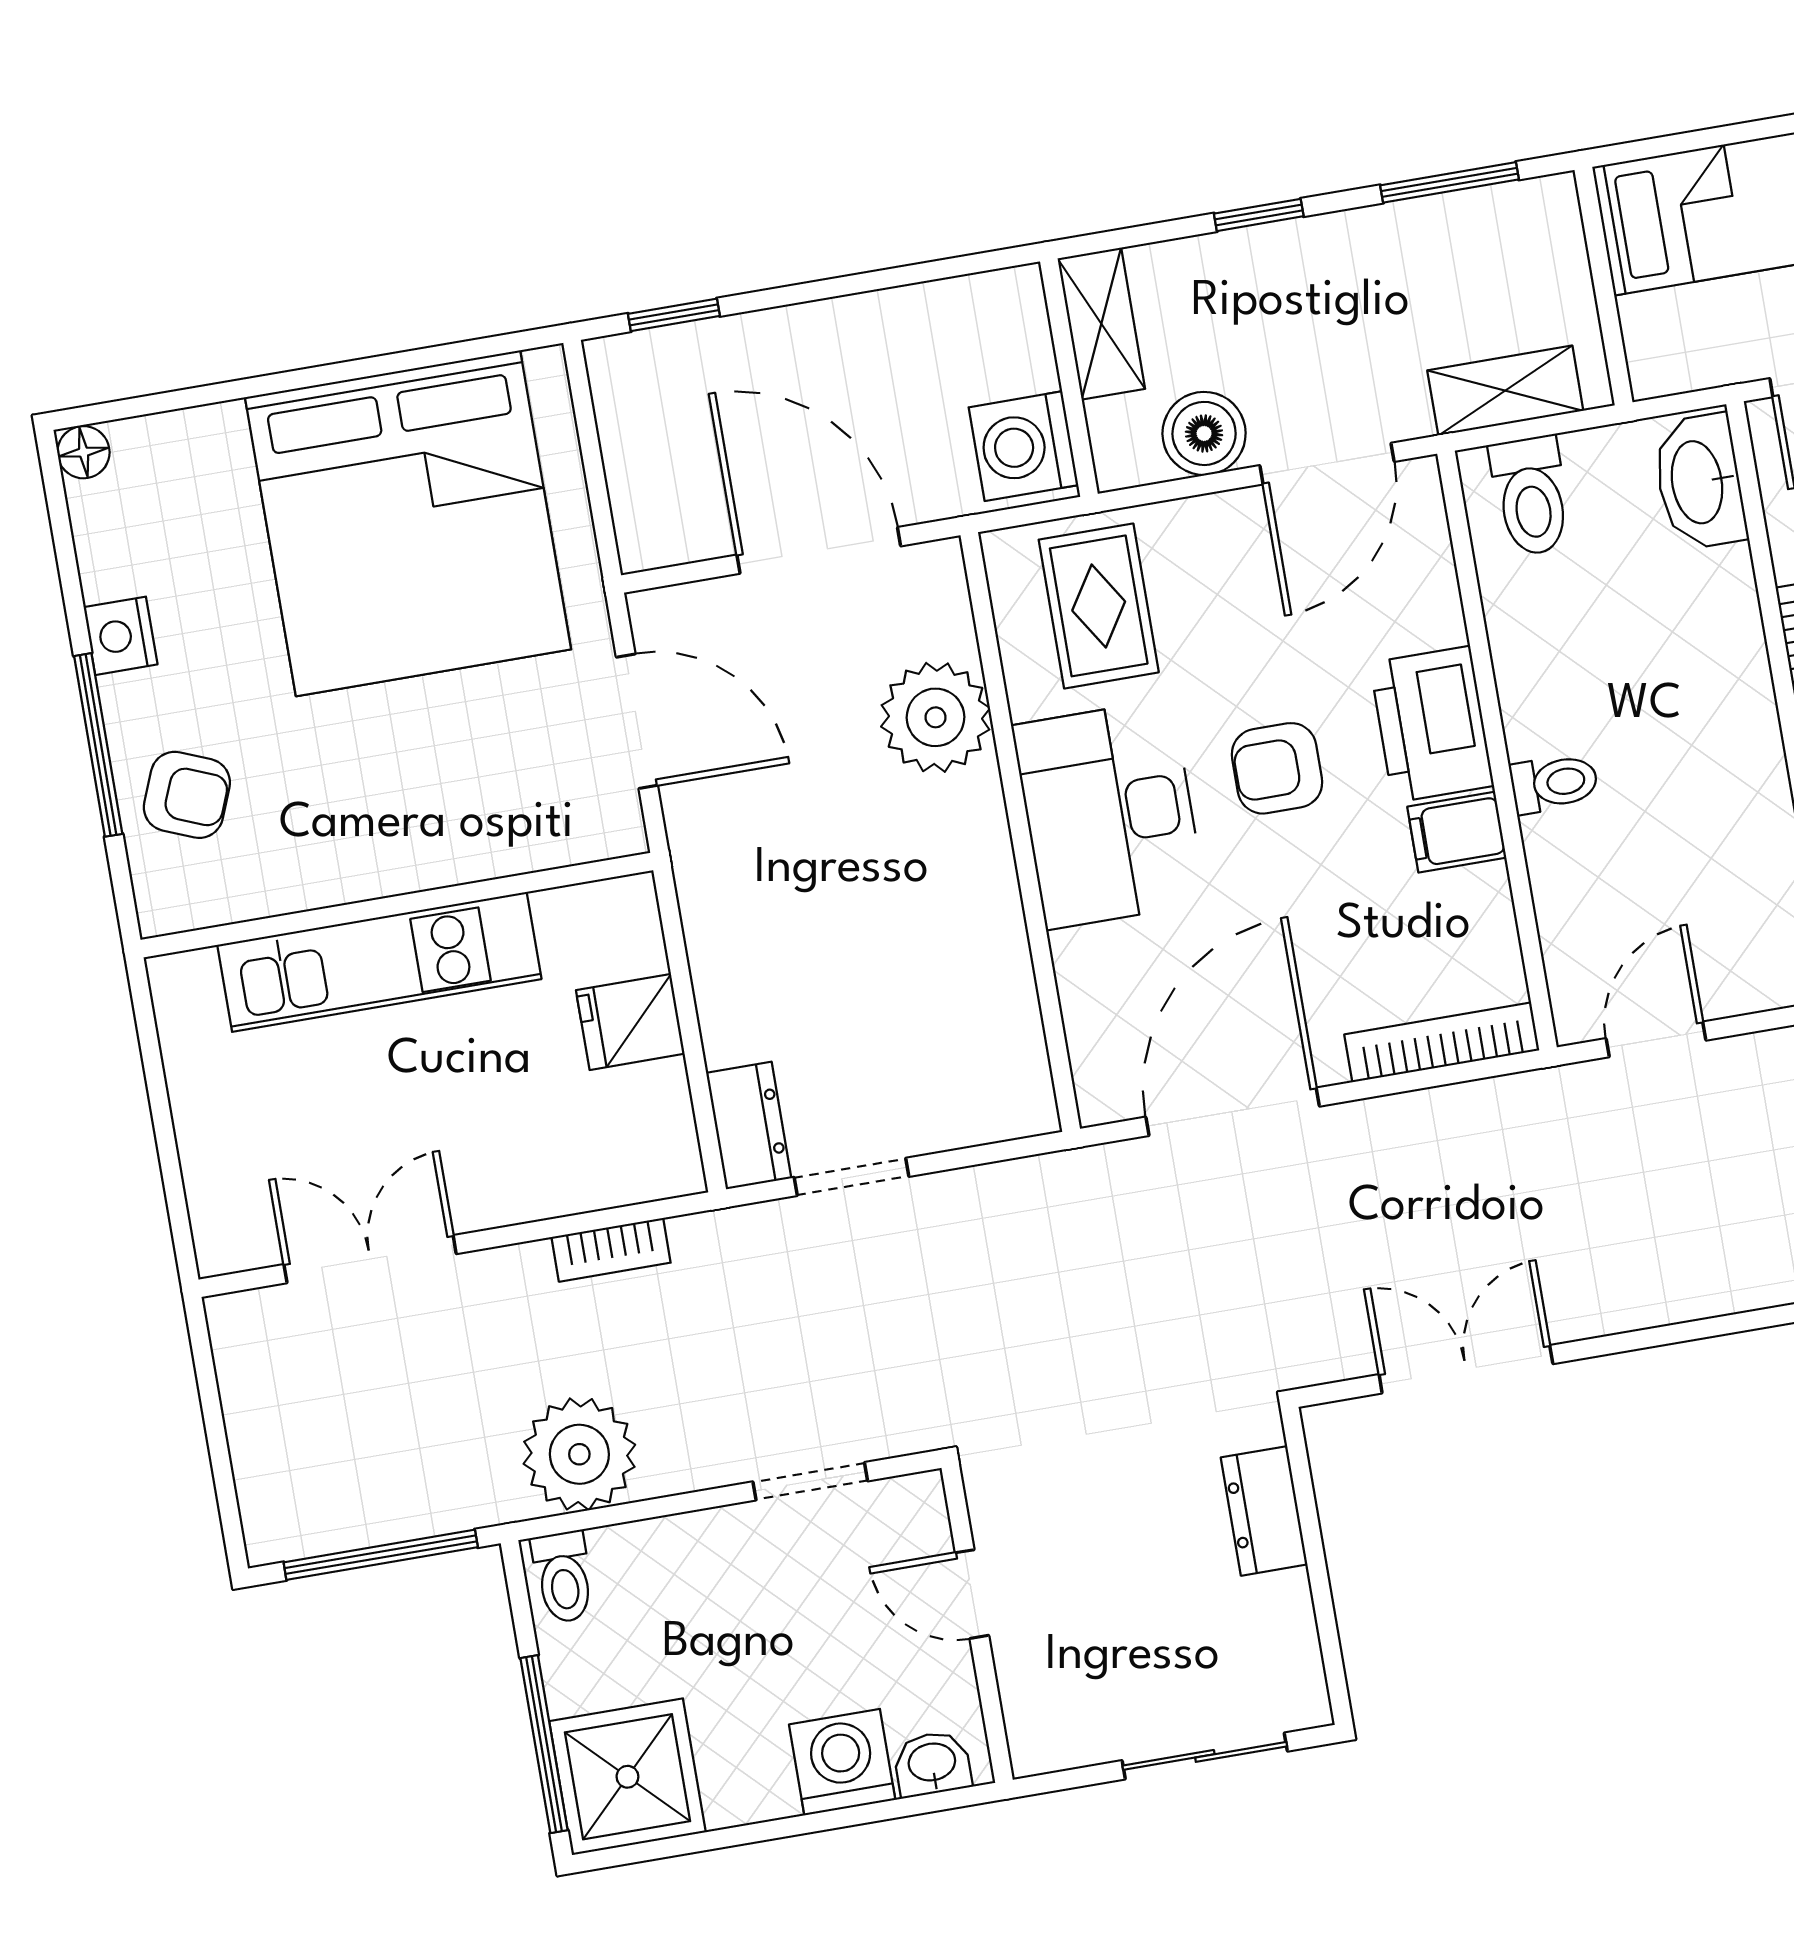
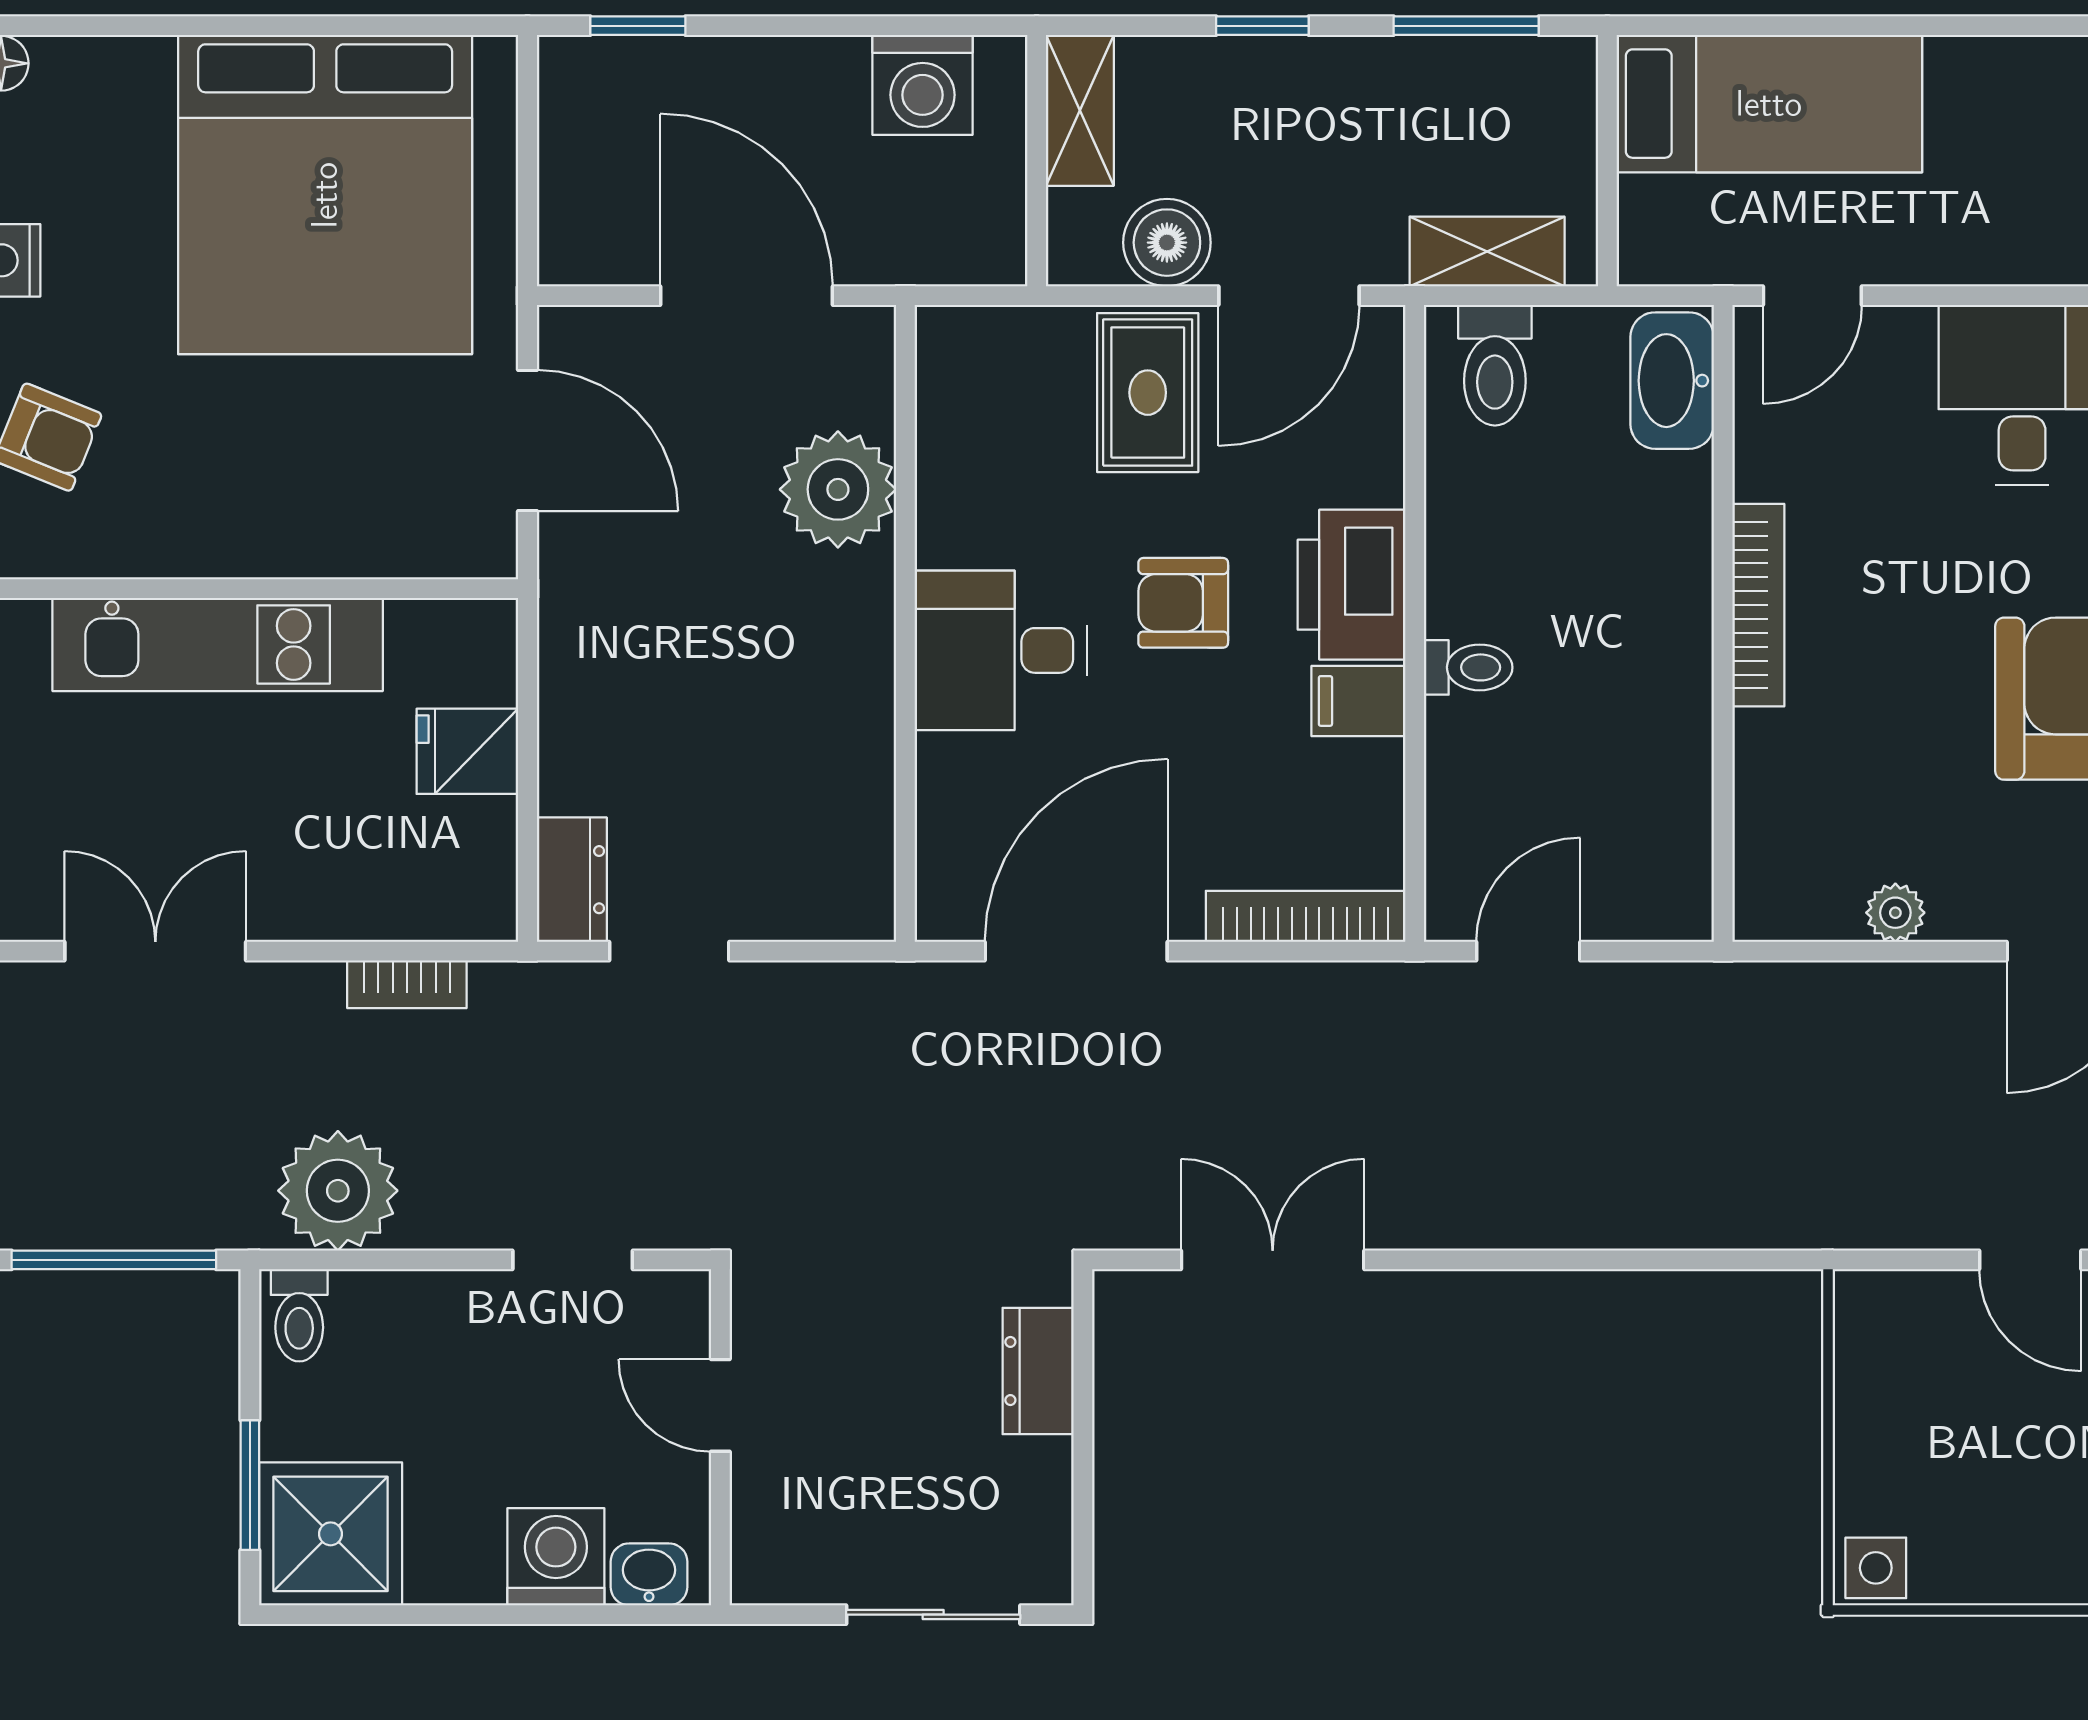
washing machine: (1023, 446) -> (923, 85), moved, turned -90
rug: (1099, 606) -> (1148, 393), moved
desk: (1109, 814) -> (1001, 650), width x0.73
window: (544, 1744) -> (250, 1485), width x0.69

